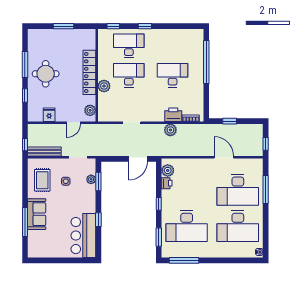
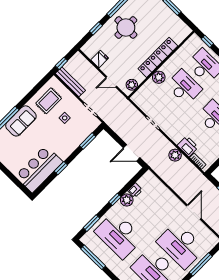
plant: (168, 170) -> (127, 200), moved
plant: (91, 179) -> (84, 134), removed

